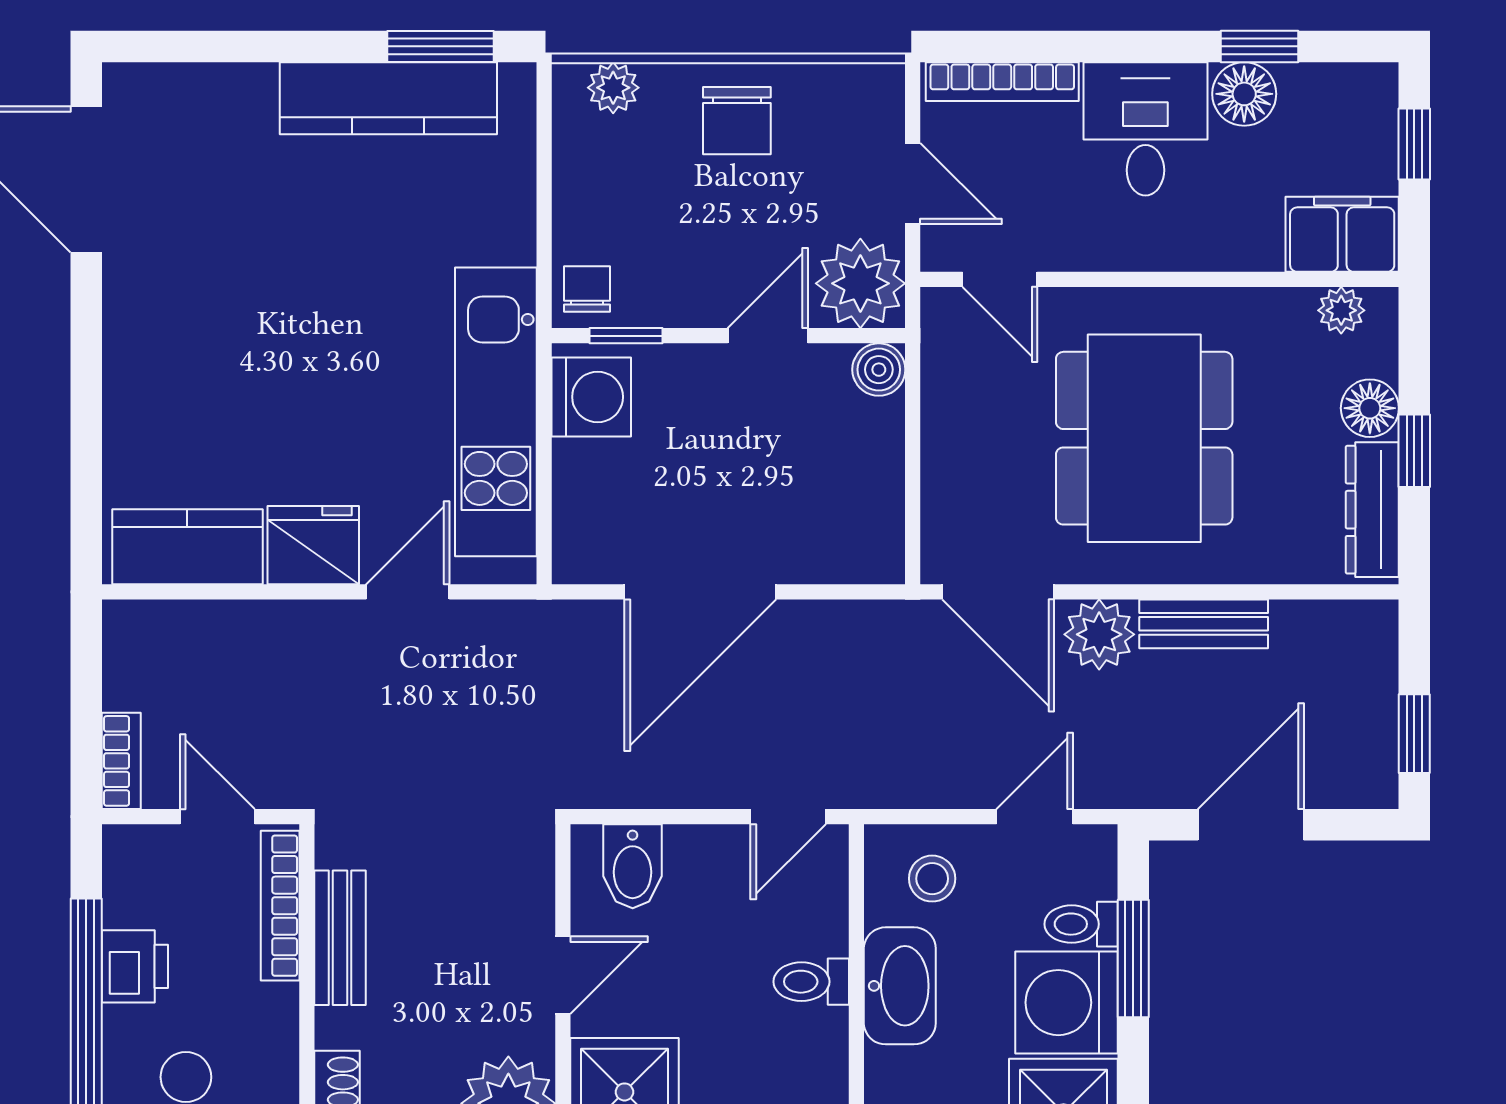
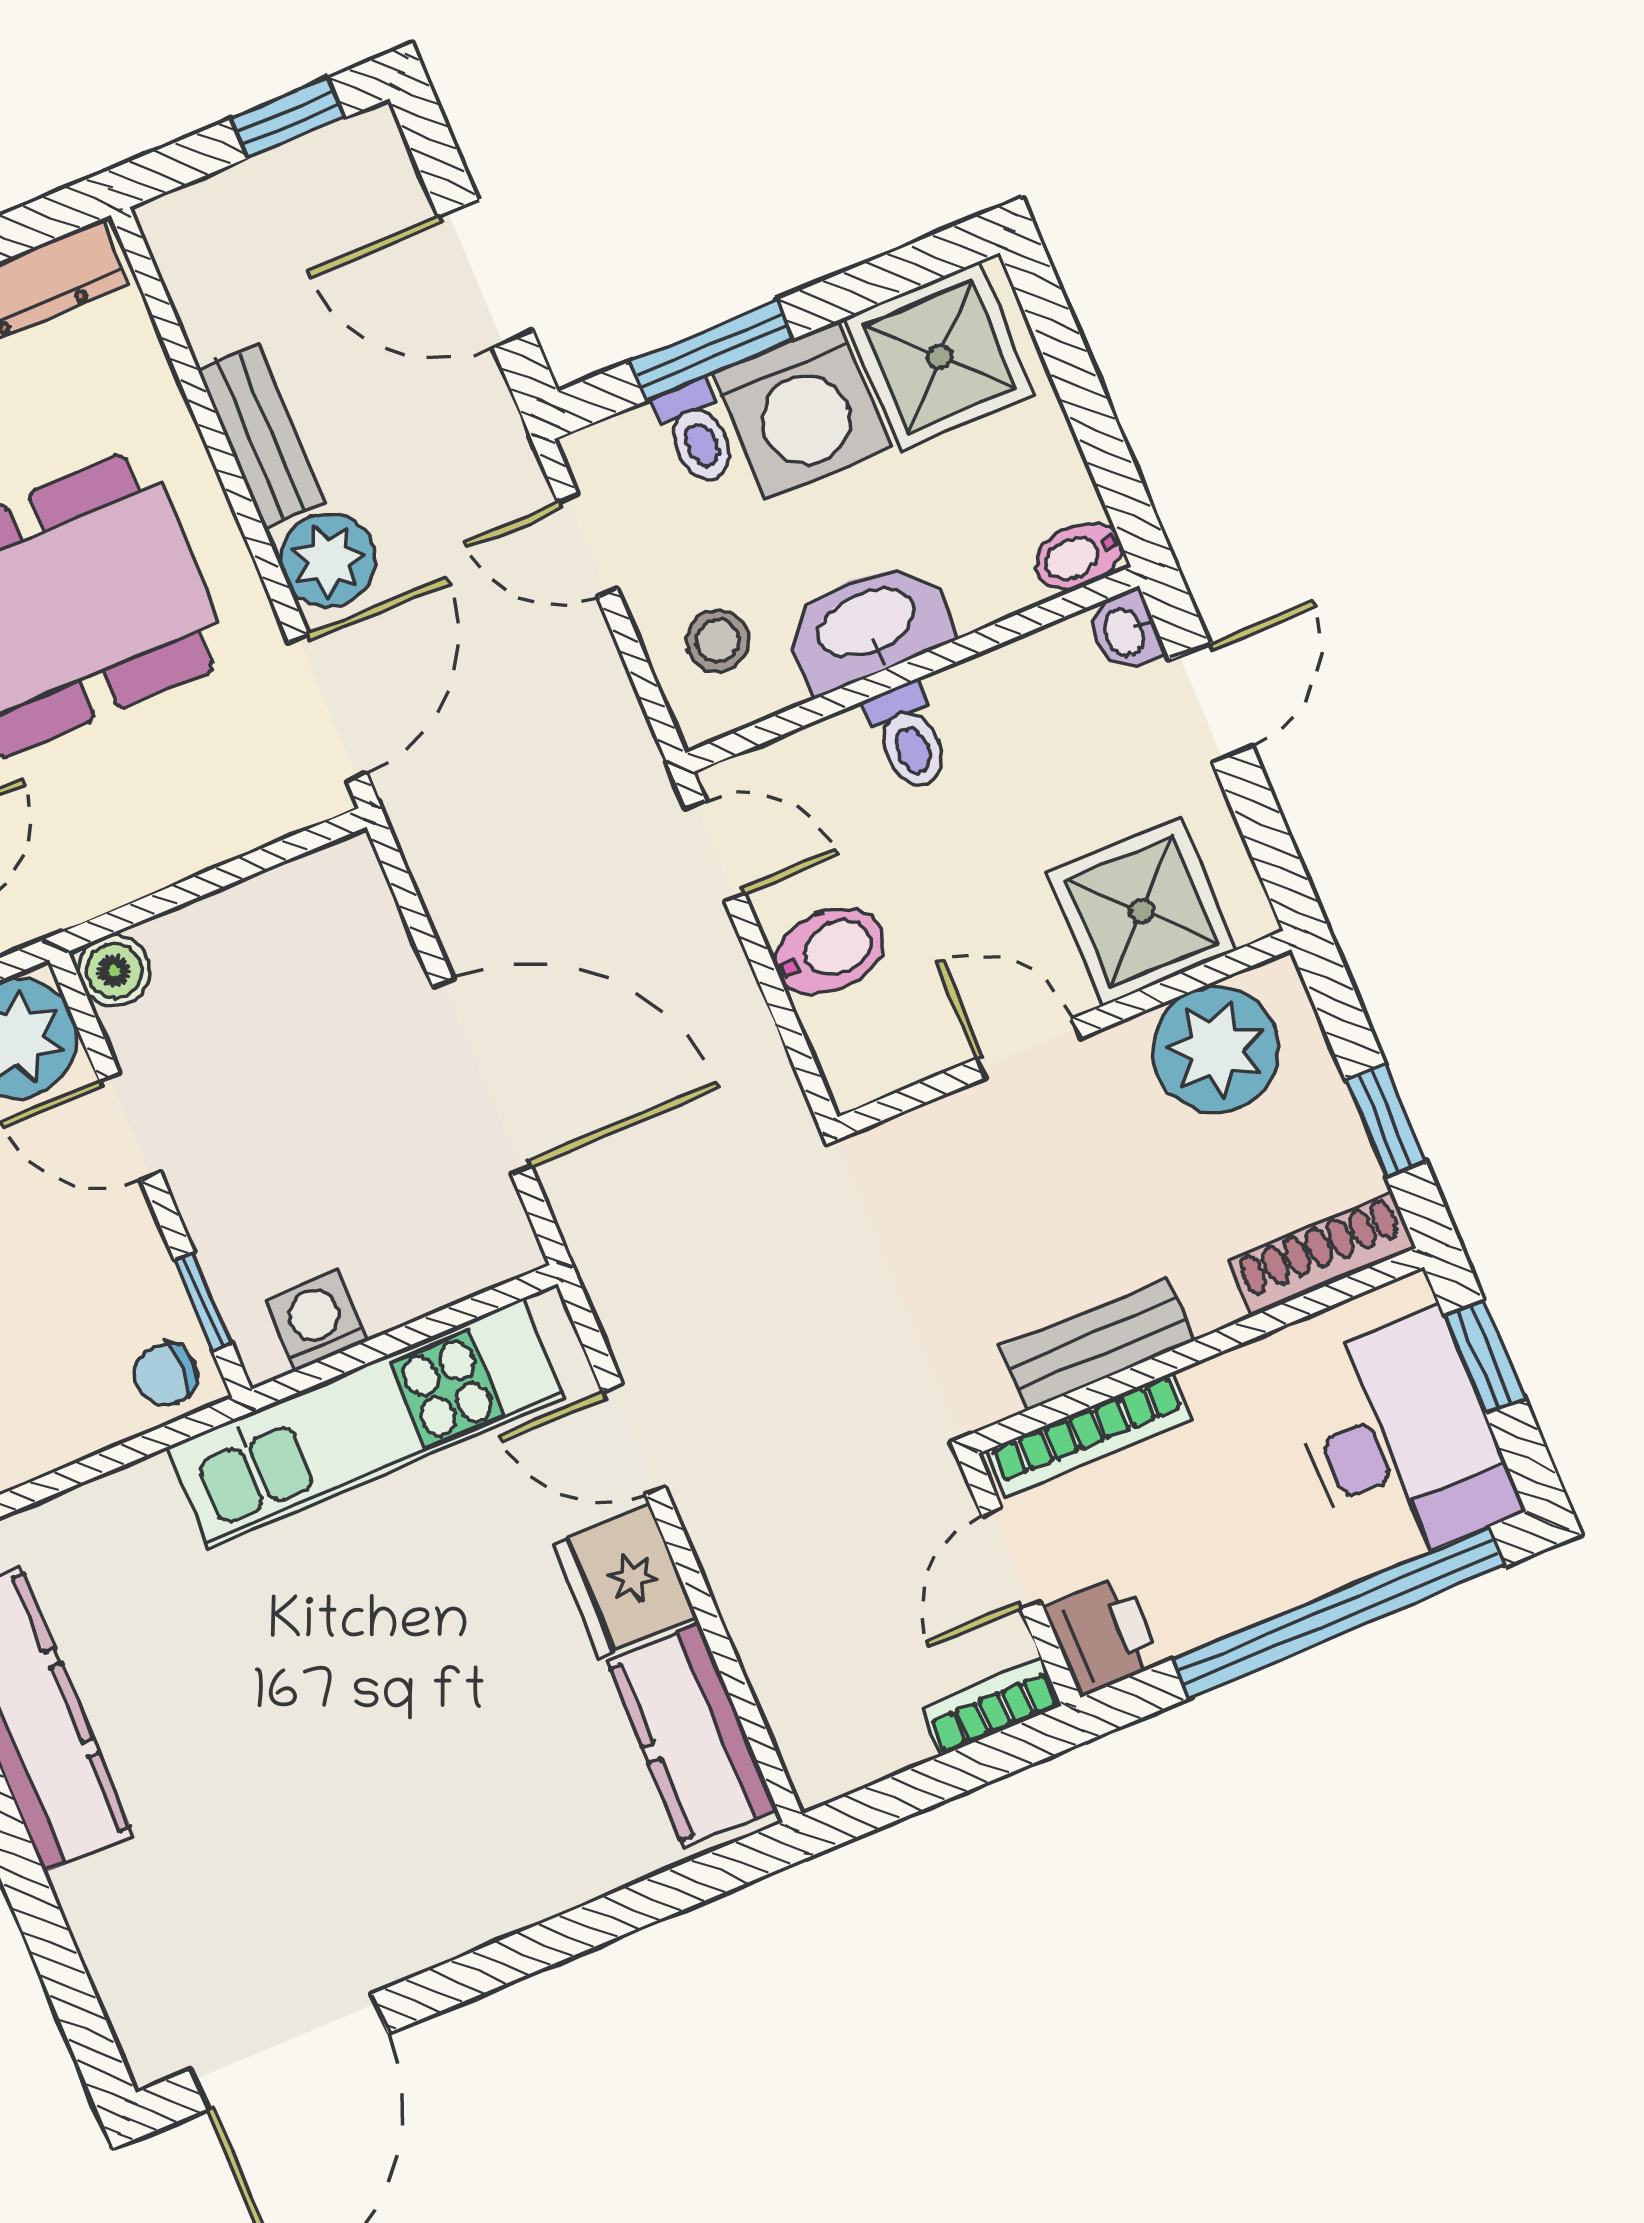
washing machine: (591, 397) -> (316, 1321), width x0.73, depth x0.73
bidet: (633, 866) -> (829, 951), moved
printer: (135, 966) -> (1103, 1636), moved, turned 90

